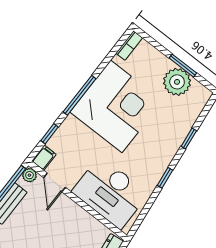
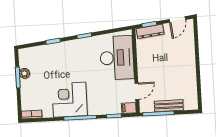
plant: (177, 82) -> (24, 73), width x0.53, depth x0.53
corner desk: (116, 106) -> (70, 100), width x0.74, depth x0.74
plant: (29, 175) -> (144, 108), removed

